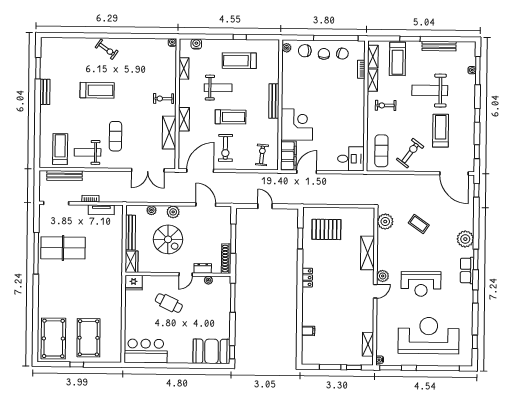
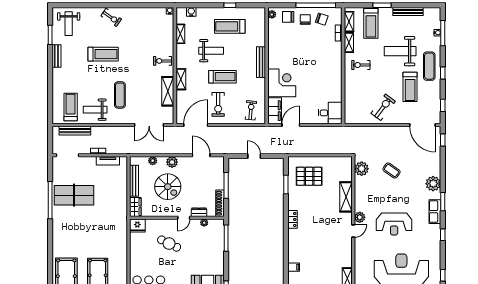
weight bench: (59, 56) -> (69, 24), added
treadmill: (441, 131) -> (410, 87), turned 180
exercise mat: (381, 151) -> (429, 66), moved

